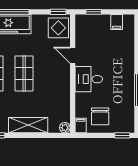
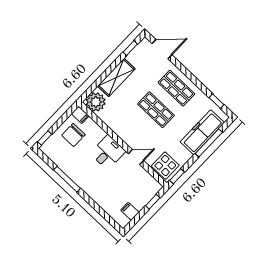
chair: (100, 116) -> (73, 135), turned -90
plant: (65, 128) -> (96, 102), width x1.87, depth x1.87

